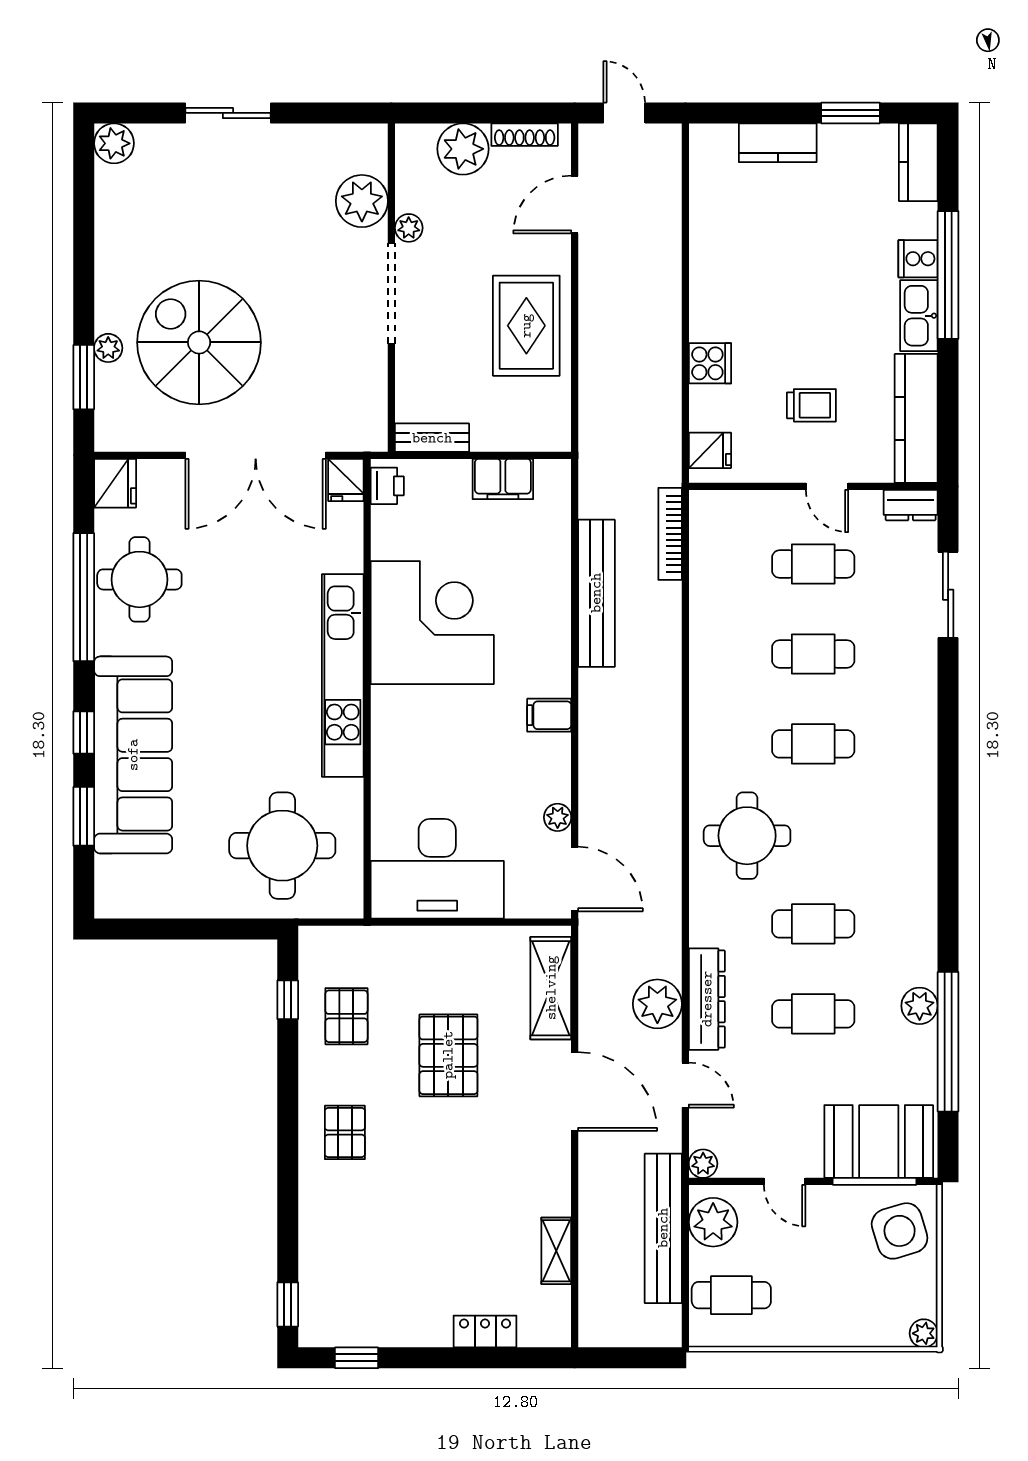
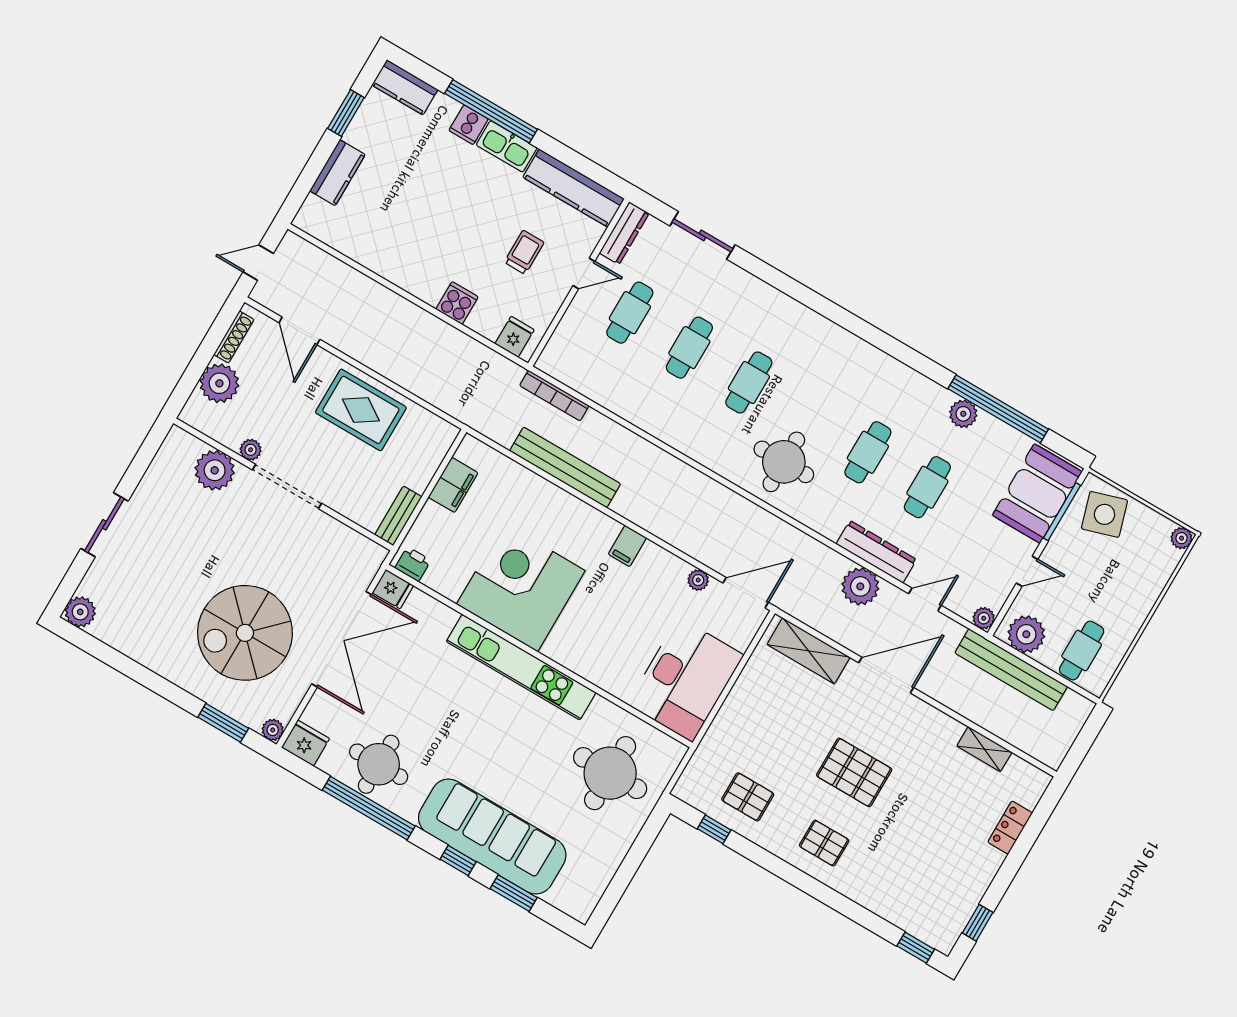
plant: (108, 348) -> (273, 730), moved
dresser: (911, 505) -> (624, 233), width x1.44
pallet: (448, 1055) -> (854, 772), moved

